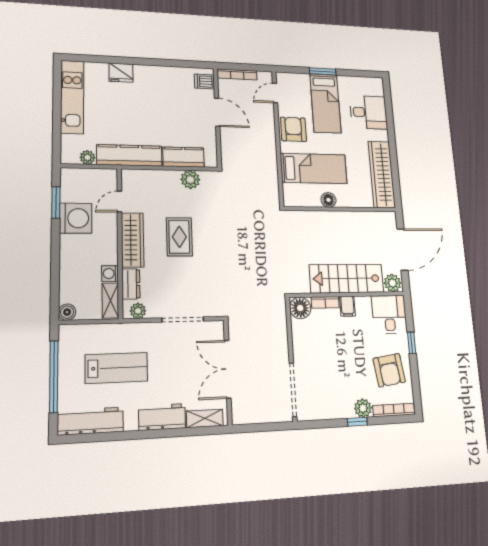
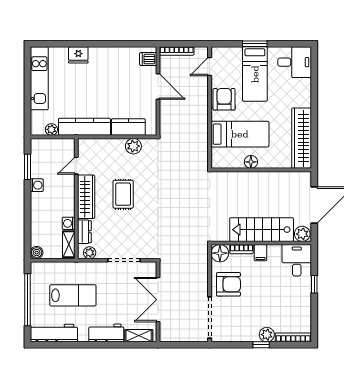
desk: (369, 112) -> (295, 62), moved
washing machine: (76, 218) -> (37, 185), width x0.53, depth x0.53
armchair: (389, 370) -> (228, 284), moved, turned -82

